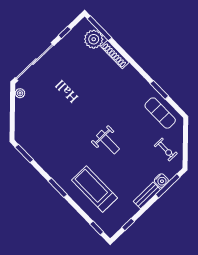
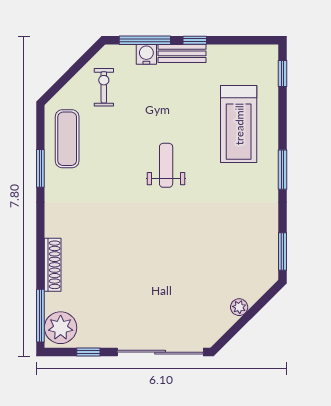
plant: (94, 39) -> (61, 328), moved
plant: (20, 93) -> (239, 307), moved
window: (128, 224) -> (195, 40), moved

